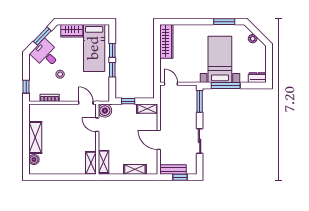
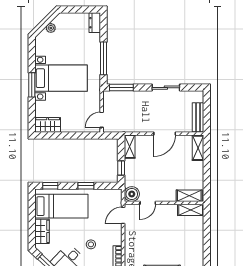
window: (224, 22) -> (32, 85), moved
wardrobe: (166, 41) -> (48, 125), width x0.67
window: (112, 50) -> (50, 186), moved
bed with nightstands: (220, 59) -> (61, 78), moved, turned 180
shelving: (135, 169) -> (198, 148), moved
window: (180, 177) -> (207, 110), removed

